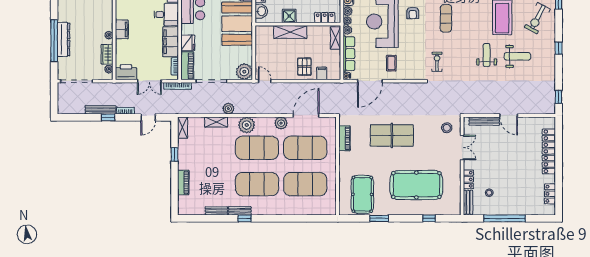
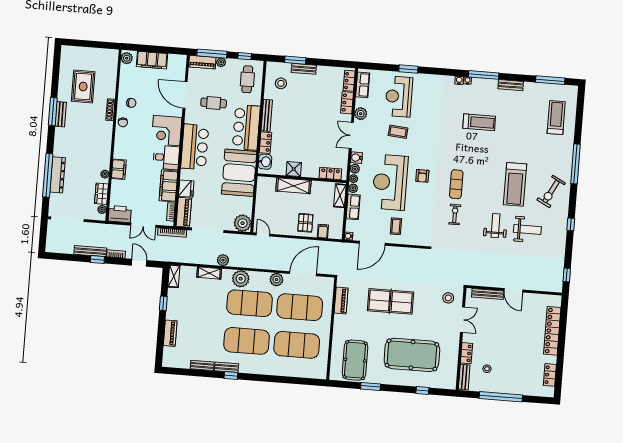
row of seats: (349, 54) -> (353, 207), width x0.68
exercise bike: (437, 62) -> (455, 214), moved
door: (148, 117) -> (139, 263), swing flipped

